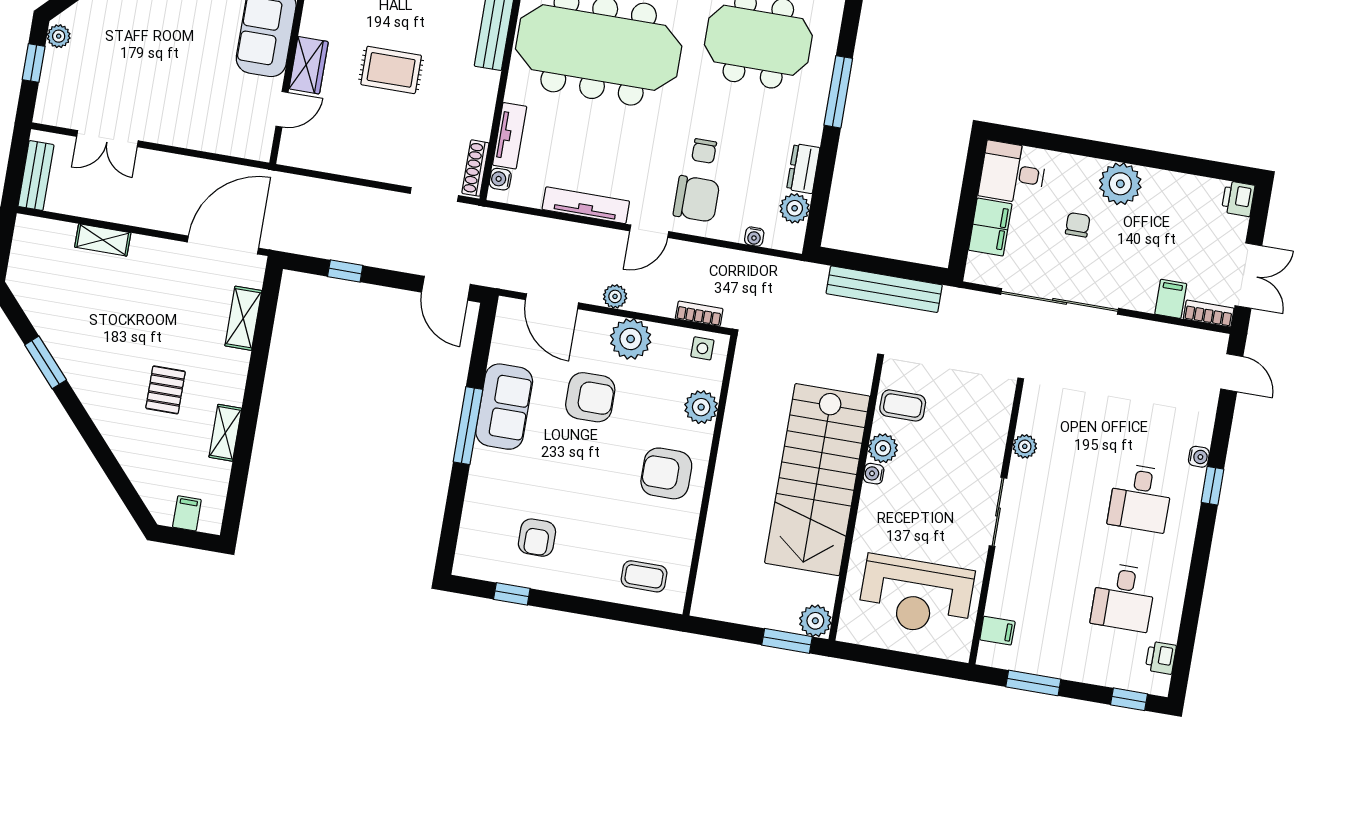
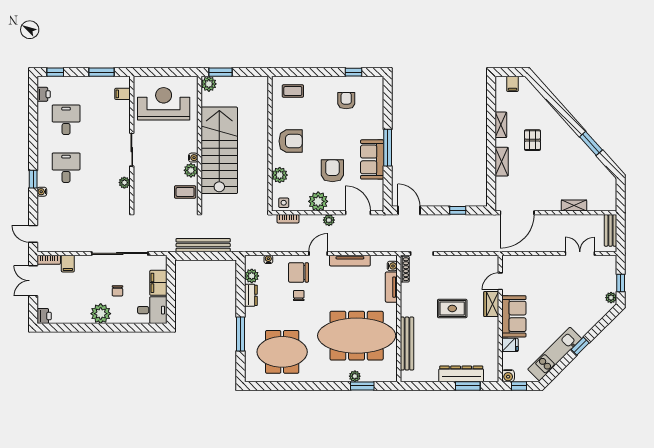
shelving: (243, 318) -> (502, 162), moved
armchair: (590, 397) -> (332, 171), turned 90

